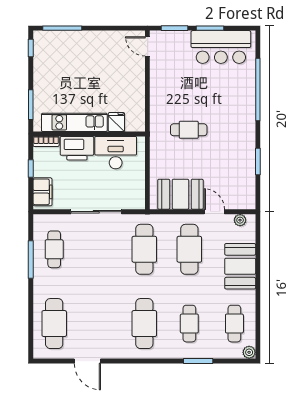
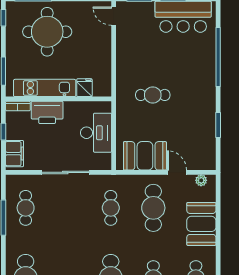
round table: (77, 63) -> (47, 32), added
desk: (116, 153) -> (96, 133), moved, turned 90
cafe table: (144, 249) -> (111, 208), width x0.73, depth x0.74

